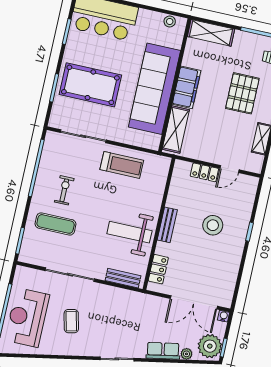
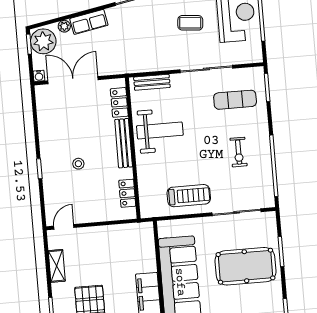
shelving: (176, 130) -> (146, 248), removed
treadmill: (122, 165) -> (189, 196), turned 180
door: (230, 169) -> (64, 227), moved
locker: (204, 172) -> (127, 193), moved, turned -90
exercise mat: (56, 224) -> (235, 100), moved
bench: (167, 225) -> (124, 143), width x1.36
stool: (213, 225) -> (78, 164), width x0.53, depth x0.53
coffee table: (71, 321) -> (190, 23), turned -72

